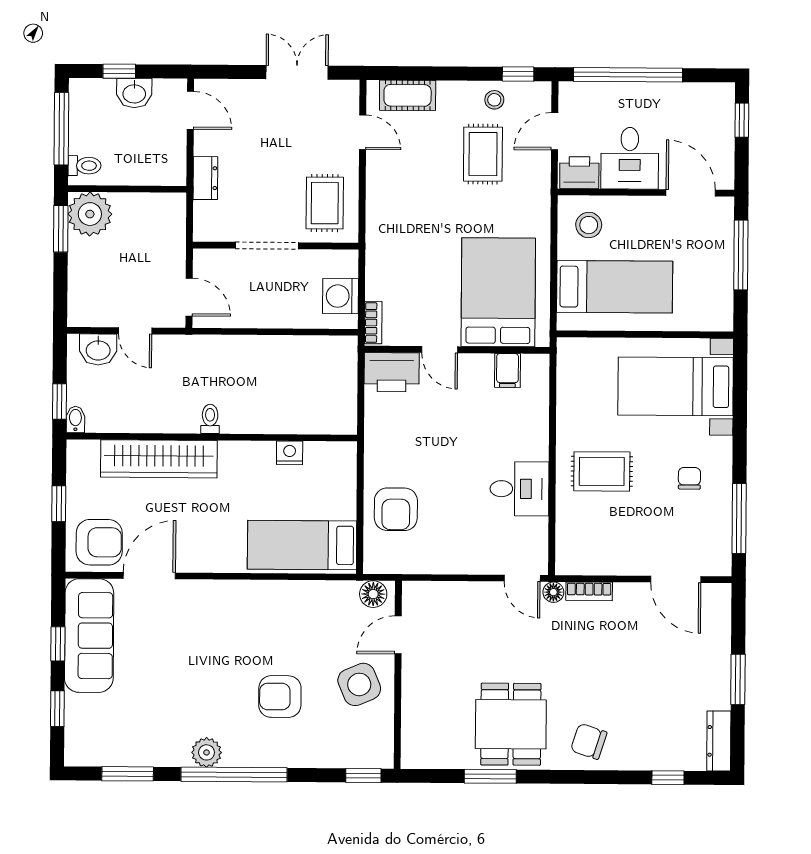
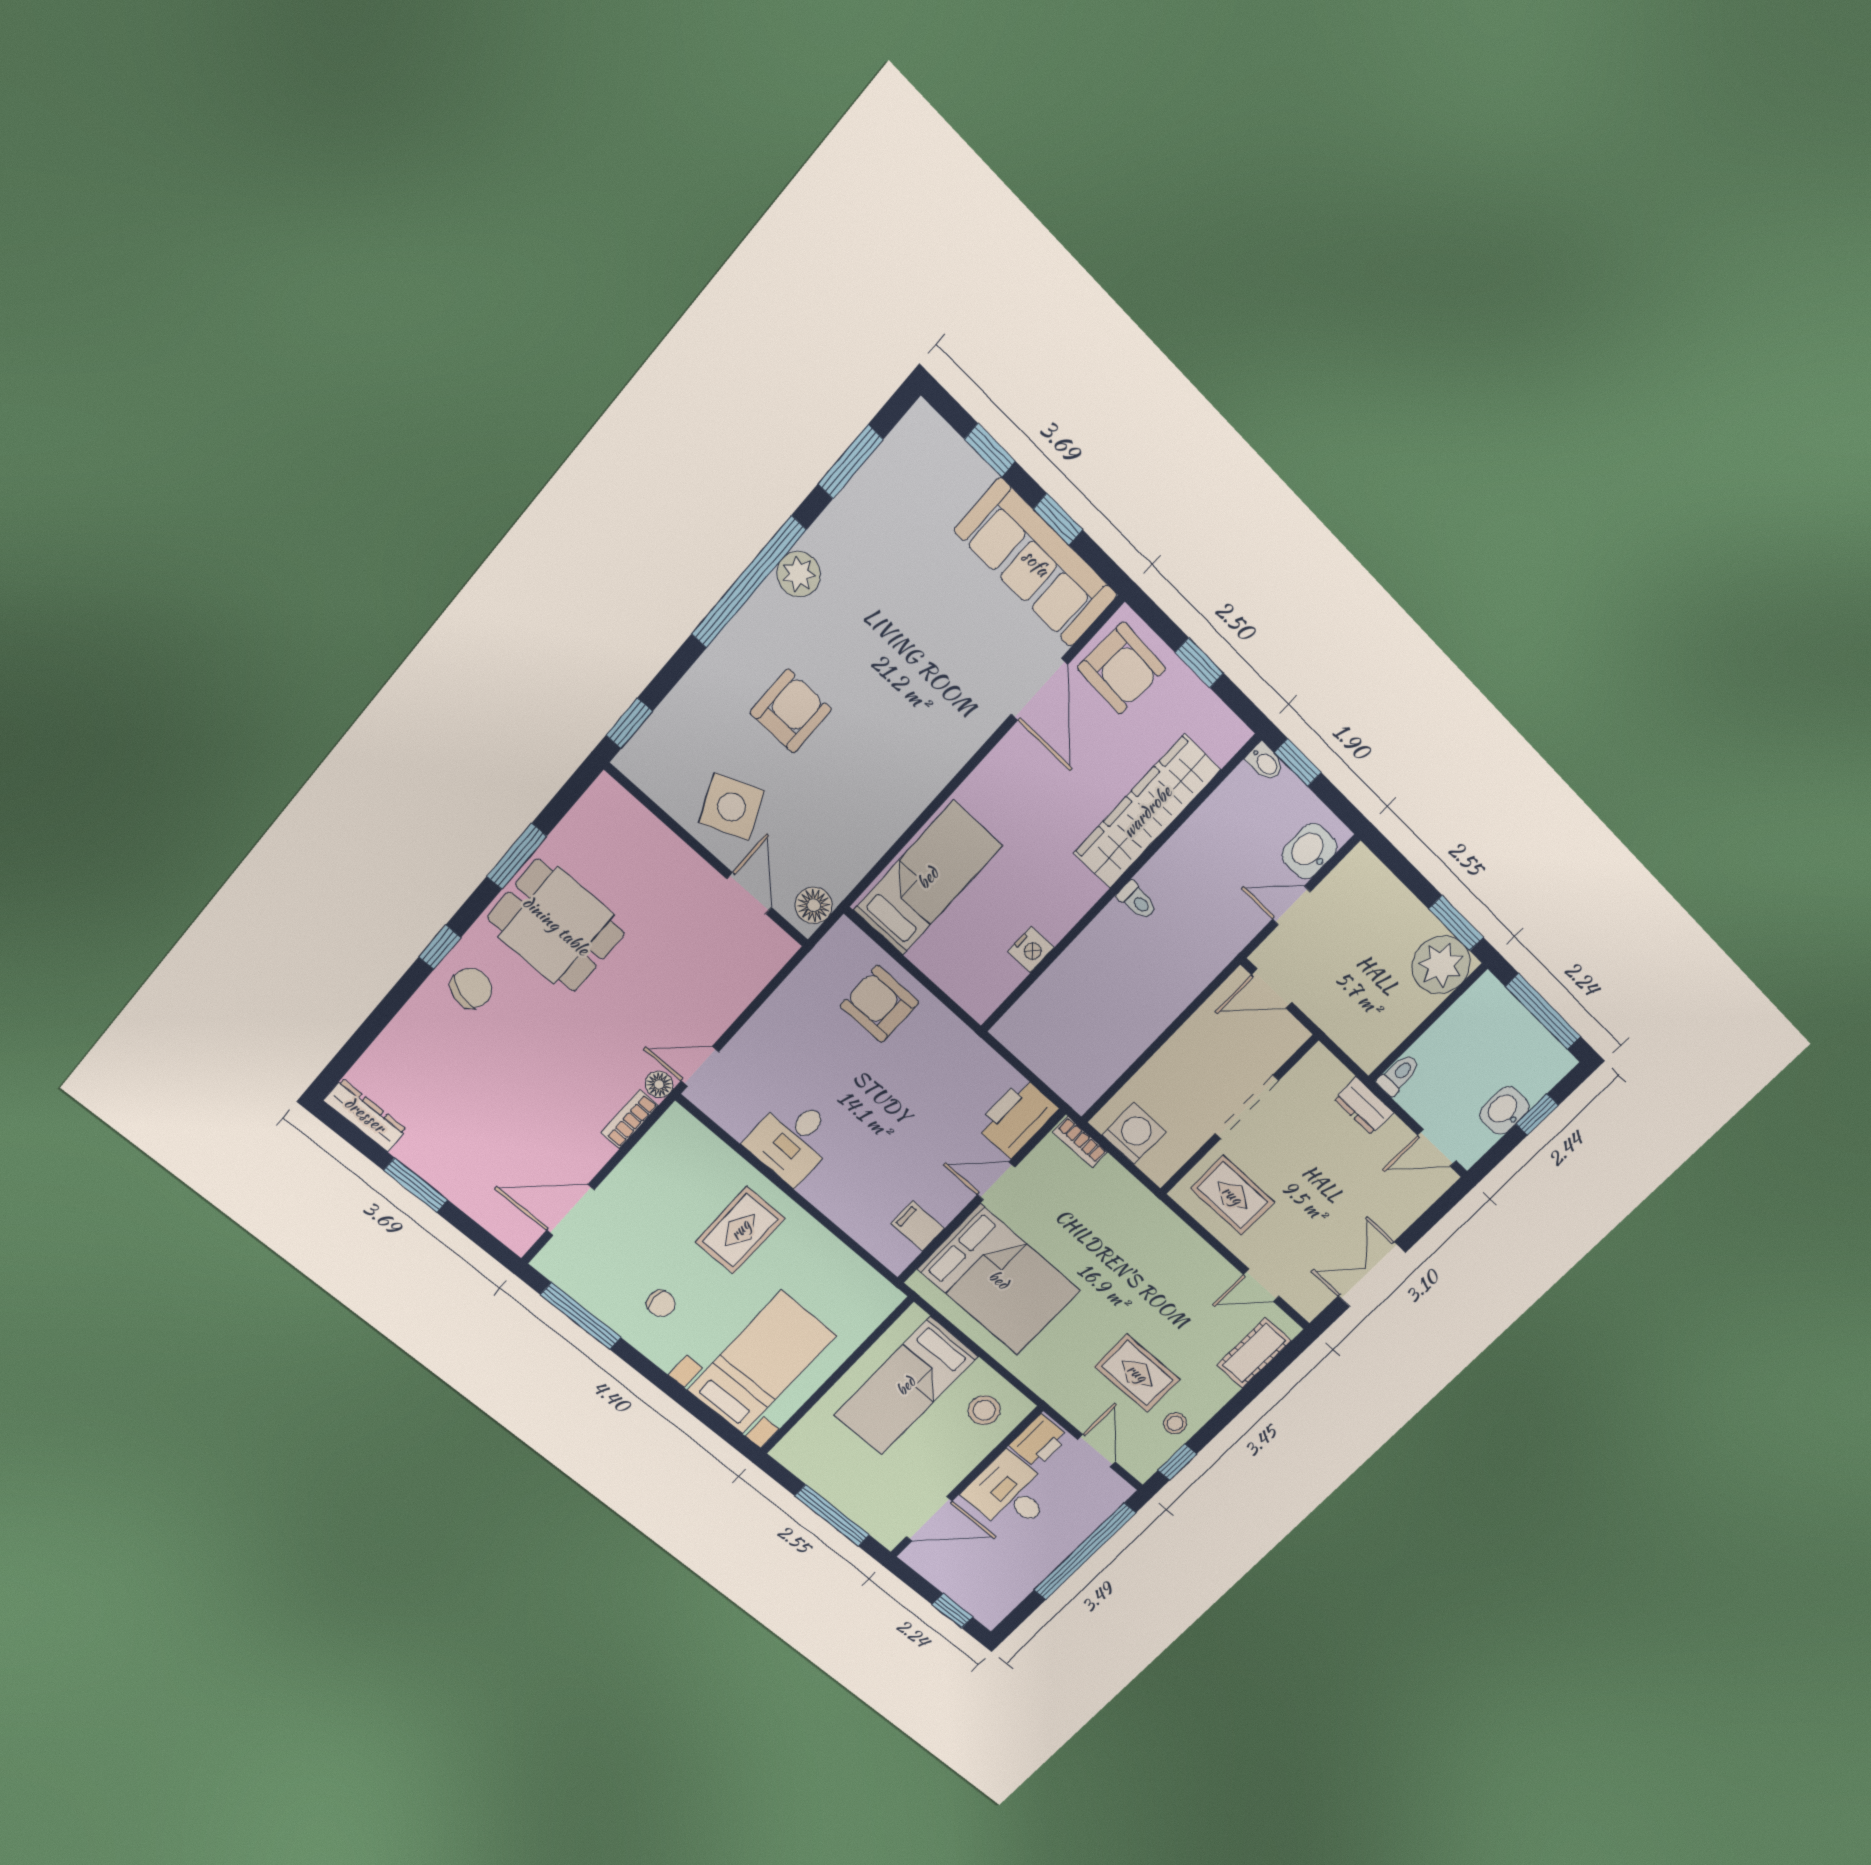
double door: (297, 72) -> (1372, 1274), swing flipped
toilet: (84, 166) -> (1399, 1075), moved, turned 180
armchair: (99, 542) -> (1121, 668), turned -87
window: (668, 778) -> (440, 947), moved

